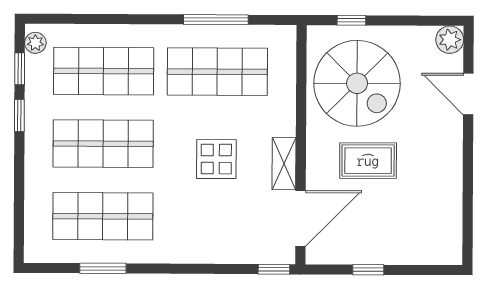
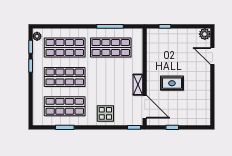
spiral stairs: (357, 83) -> (167, 52), removed
display table: (216, 159) -> (105, 113), moved
door: (301, 218) -> (145, 107), hinge flipped

